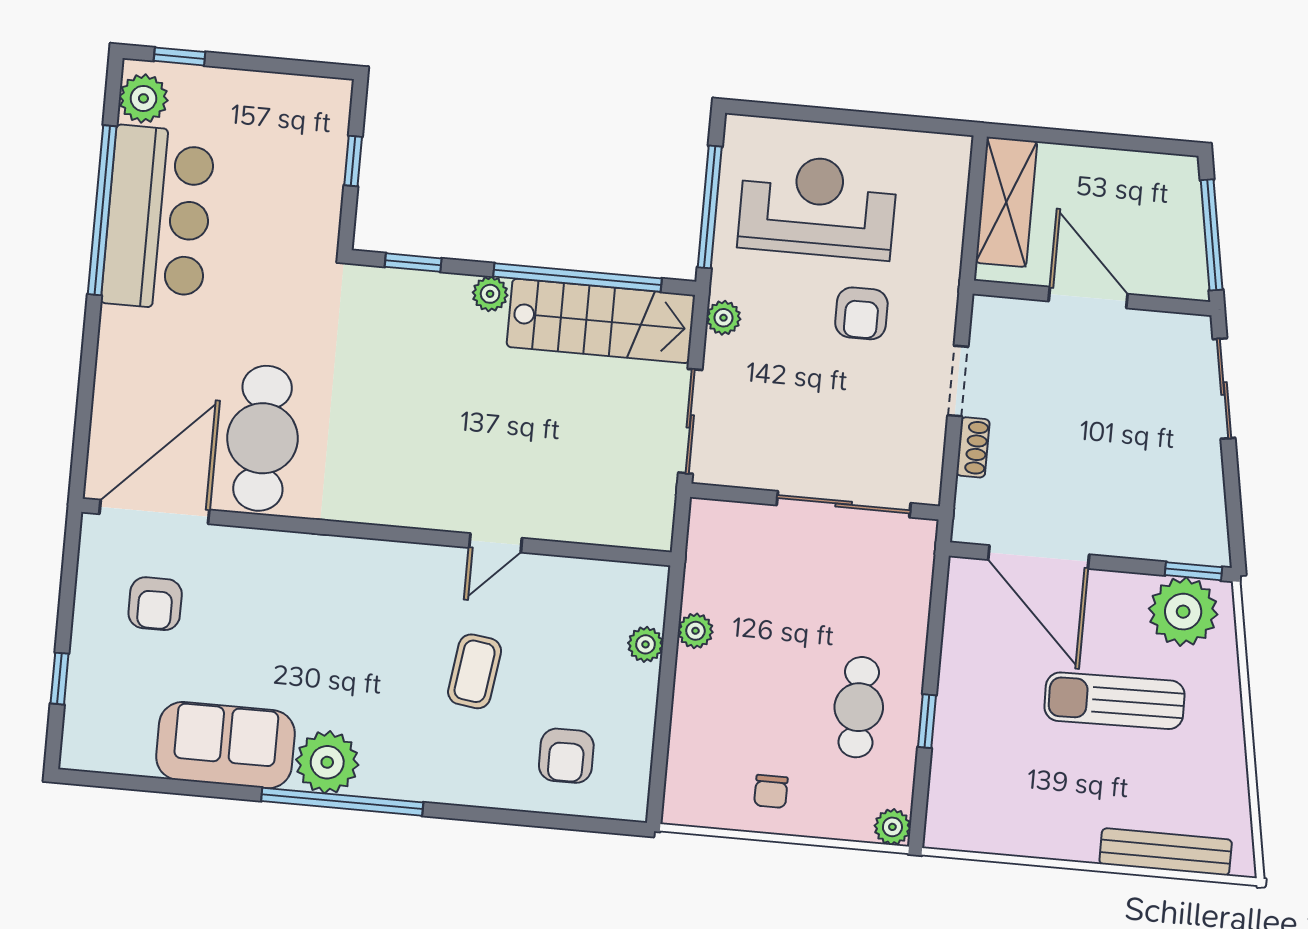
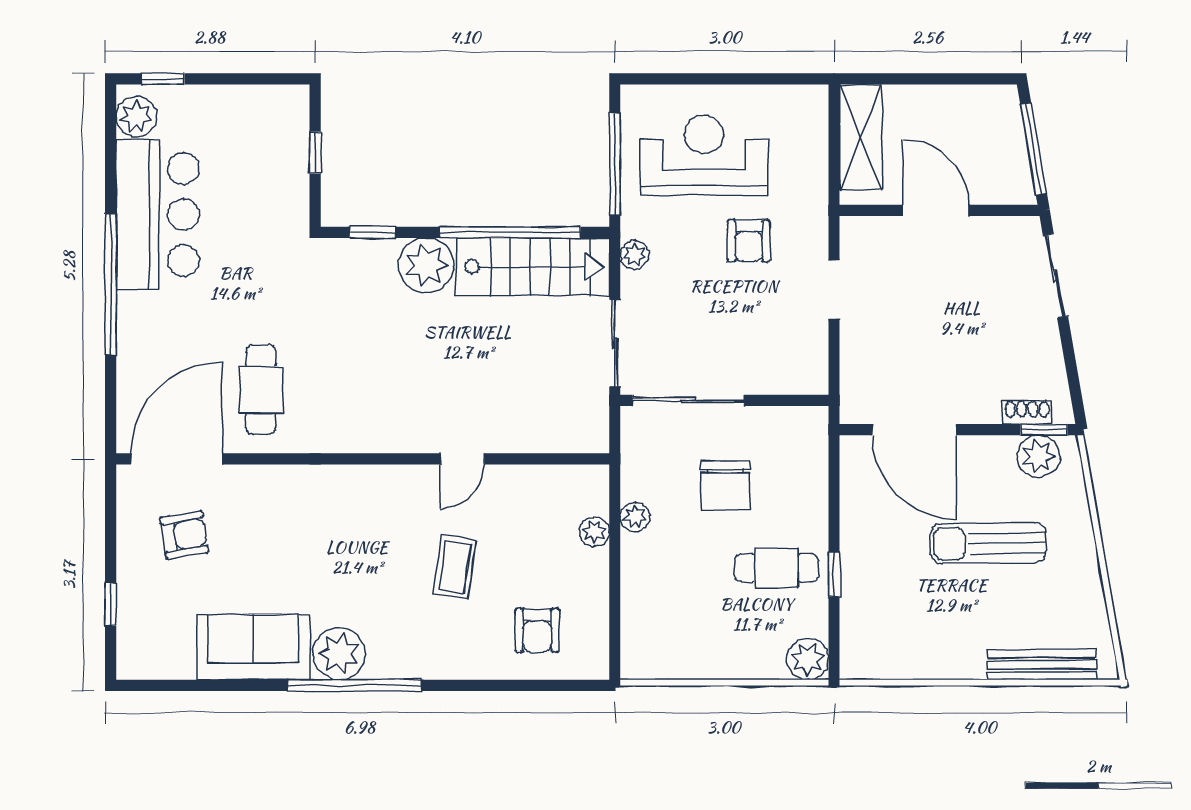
window: (102, 210) -> (111, 284), moved
plant: (490, 294) -> (426, 265), width x1.87, depth x1.87
cafe table: (262, 438) -> (261, 390), width x0.73, depth x0.74
shoe rack: (973, 447) -> (1027, 412), moved, turned -90
sliding door: (844, 504) -> (688, 400), moved
armchair: (155, 604) -> (184, 535), turned -99
plant: (1183, 612) -> (1038, 456), width x0.73, depth x0.73
cafe table: (859, 707) -> (776, 568), turned 90
chair: (771, 791) -> (725, 485), moved, width x1.87, depth x1.87
plant: (892, 827) -> (808, 659), width x1.38, depth x1.38

